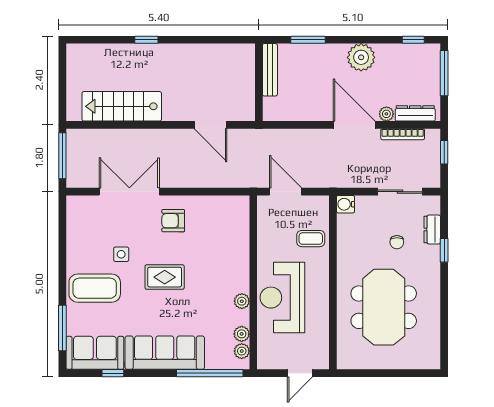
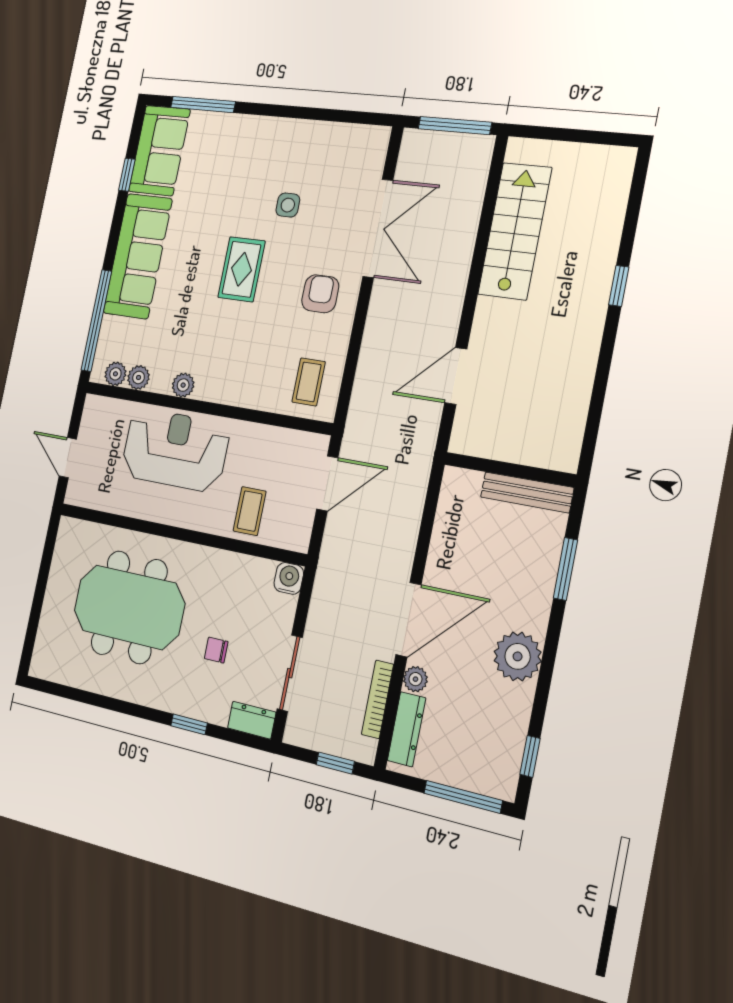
dresser: (432, 229) -> (252, 720), moved
coffee table: (95, 288) -> (309, 382), moved, width x0.54, depth x0.58

